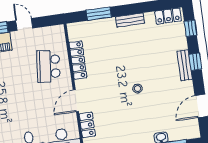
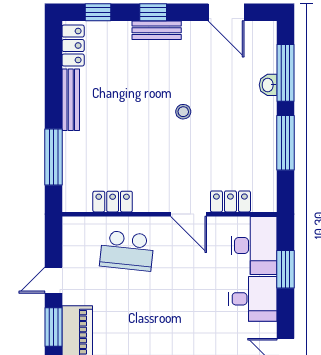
window: (99, 14) -> (53, 157), width x1.44
bench: (130, 20) -> (71, 100), width x1.36
locker: (78, 60) -> (113, 202), width x0.66

